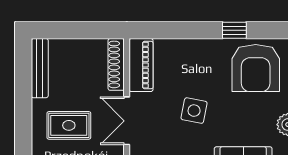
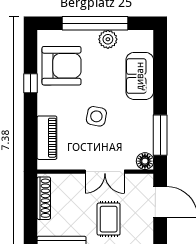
shoe rack: (116, 64) -> (44, 198), moved, turned -90
piano: (141, 65) -> (47, 138), moved, turned 90

